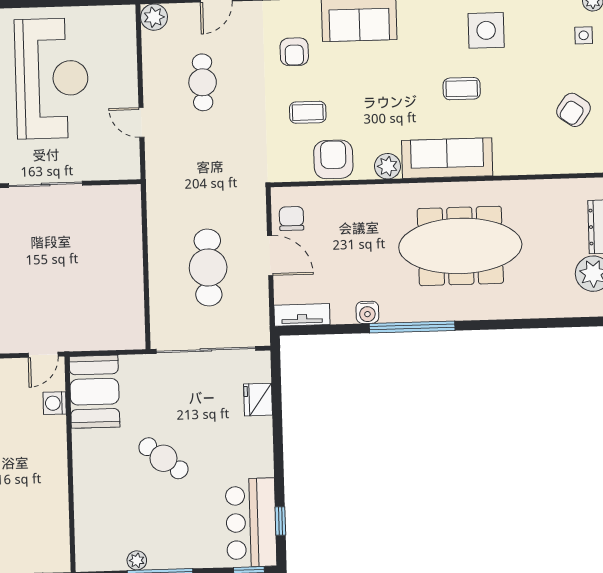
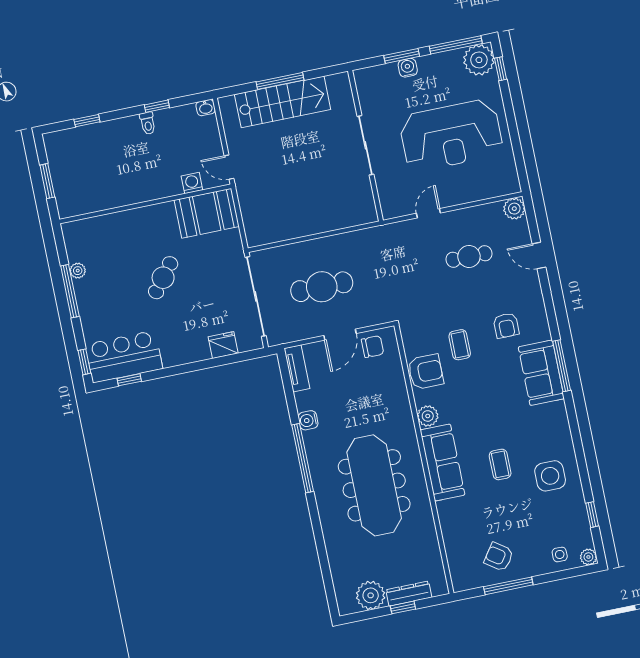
armchair: (294, 52) -> (506, 325), turned -90

